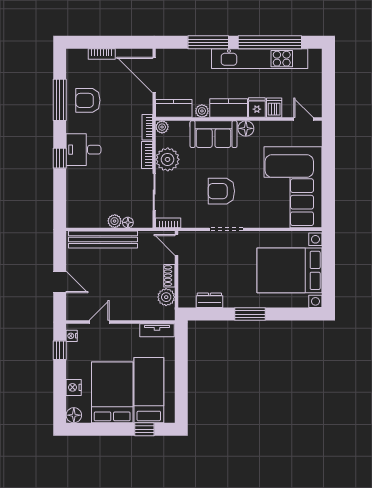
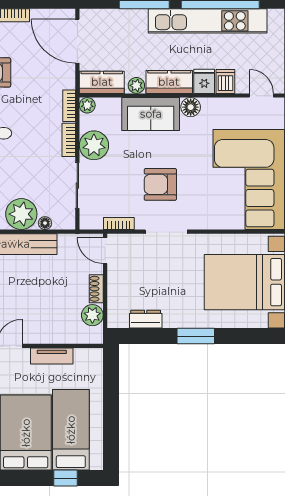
plant: (115, 221) -> (21, 214), width x1.87, depth x1.87
bookcase: (168, 223) -> (119, 223), moved
tv unit: (157, 330) -> (52, 356), moved

